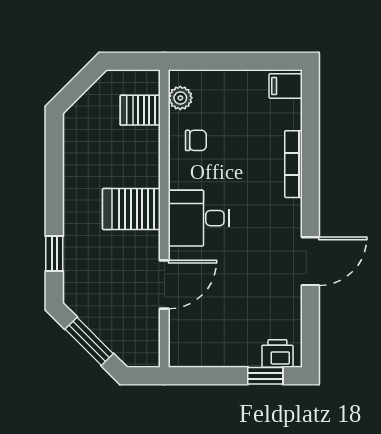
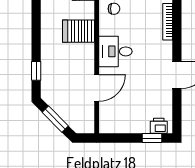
server rack: (131, 209) -> (78, 31), moved

